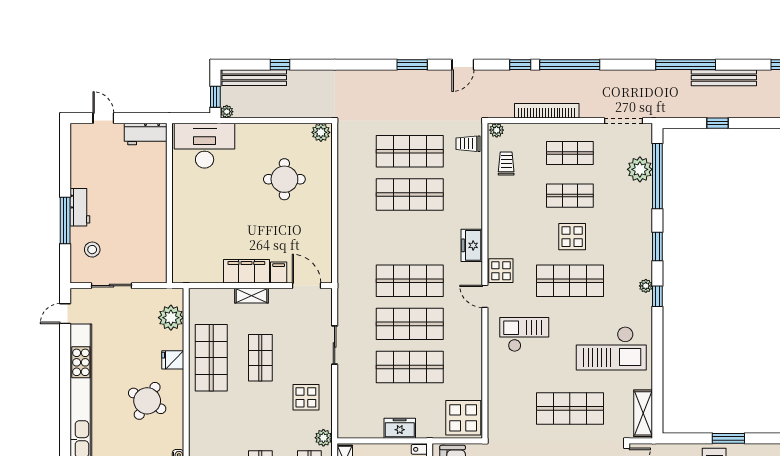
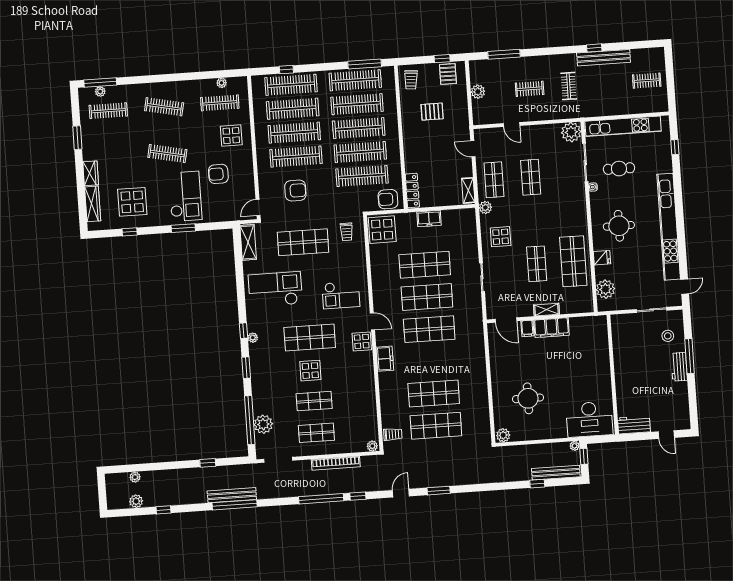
bench: (724, 78) -> (232, 495), moved
trolley: (506, 163) -> (347, 232), moved
round table: (147, 401) -> (619, 226), turned -30

